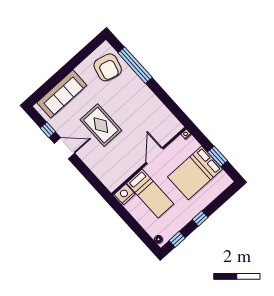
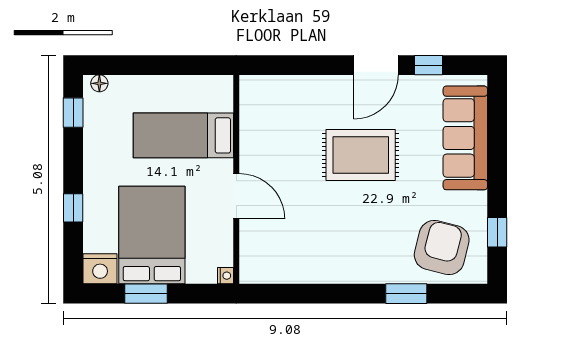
window: (85, 53) -> (497, 232), added
window: (135, 65) -> (406, 294), width x0.47
armchair: (108, 67) -> (442, 248), turned 89
nightstand: (125, 194) -> (100, 269), moved, turned 90
window: (200, 218) -> (73, 208), moved

